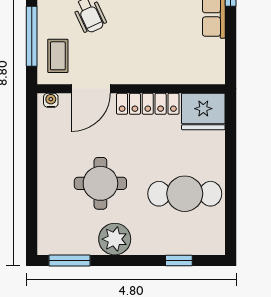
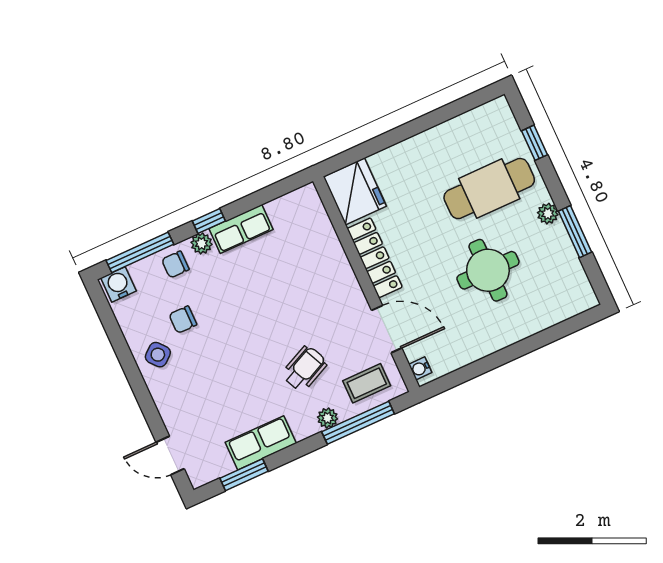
plant: (45, 15) -> (328, 418), added
cafe table: (185, 194) -> (489, 189), moved, turned 90
plant: (115, 239) -> (548, 214), width x0.53, depth x0.53
window: (70, 260) -> (575, 232), moved

